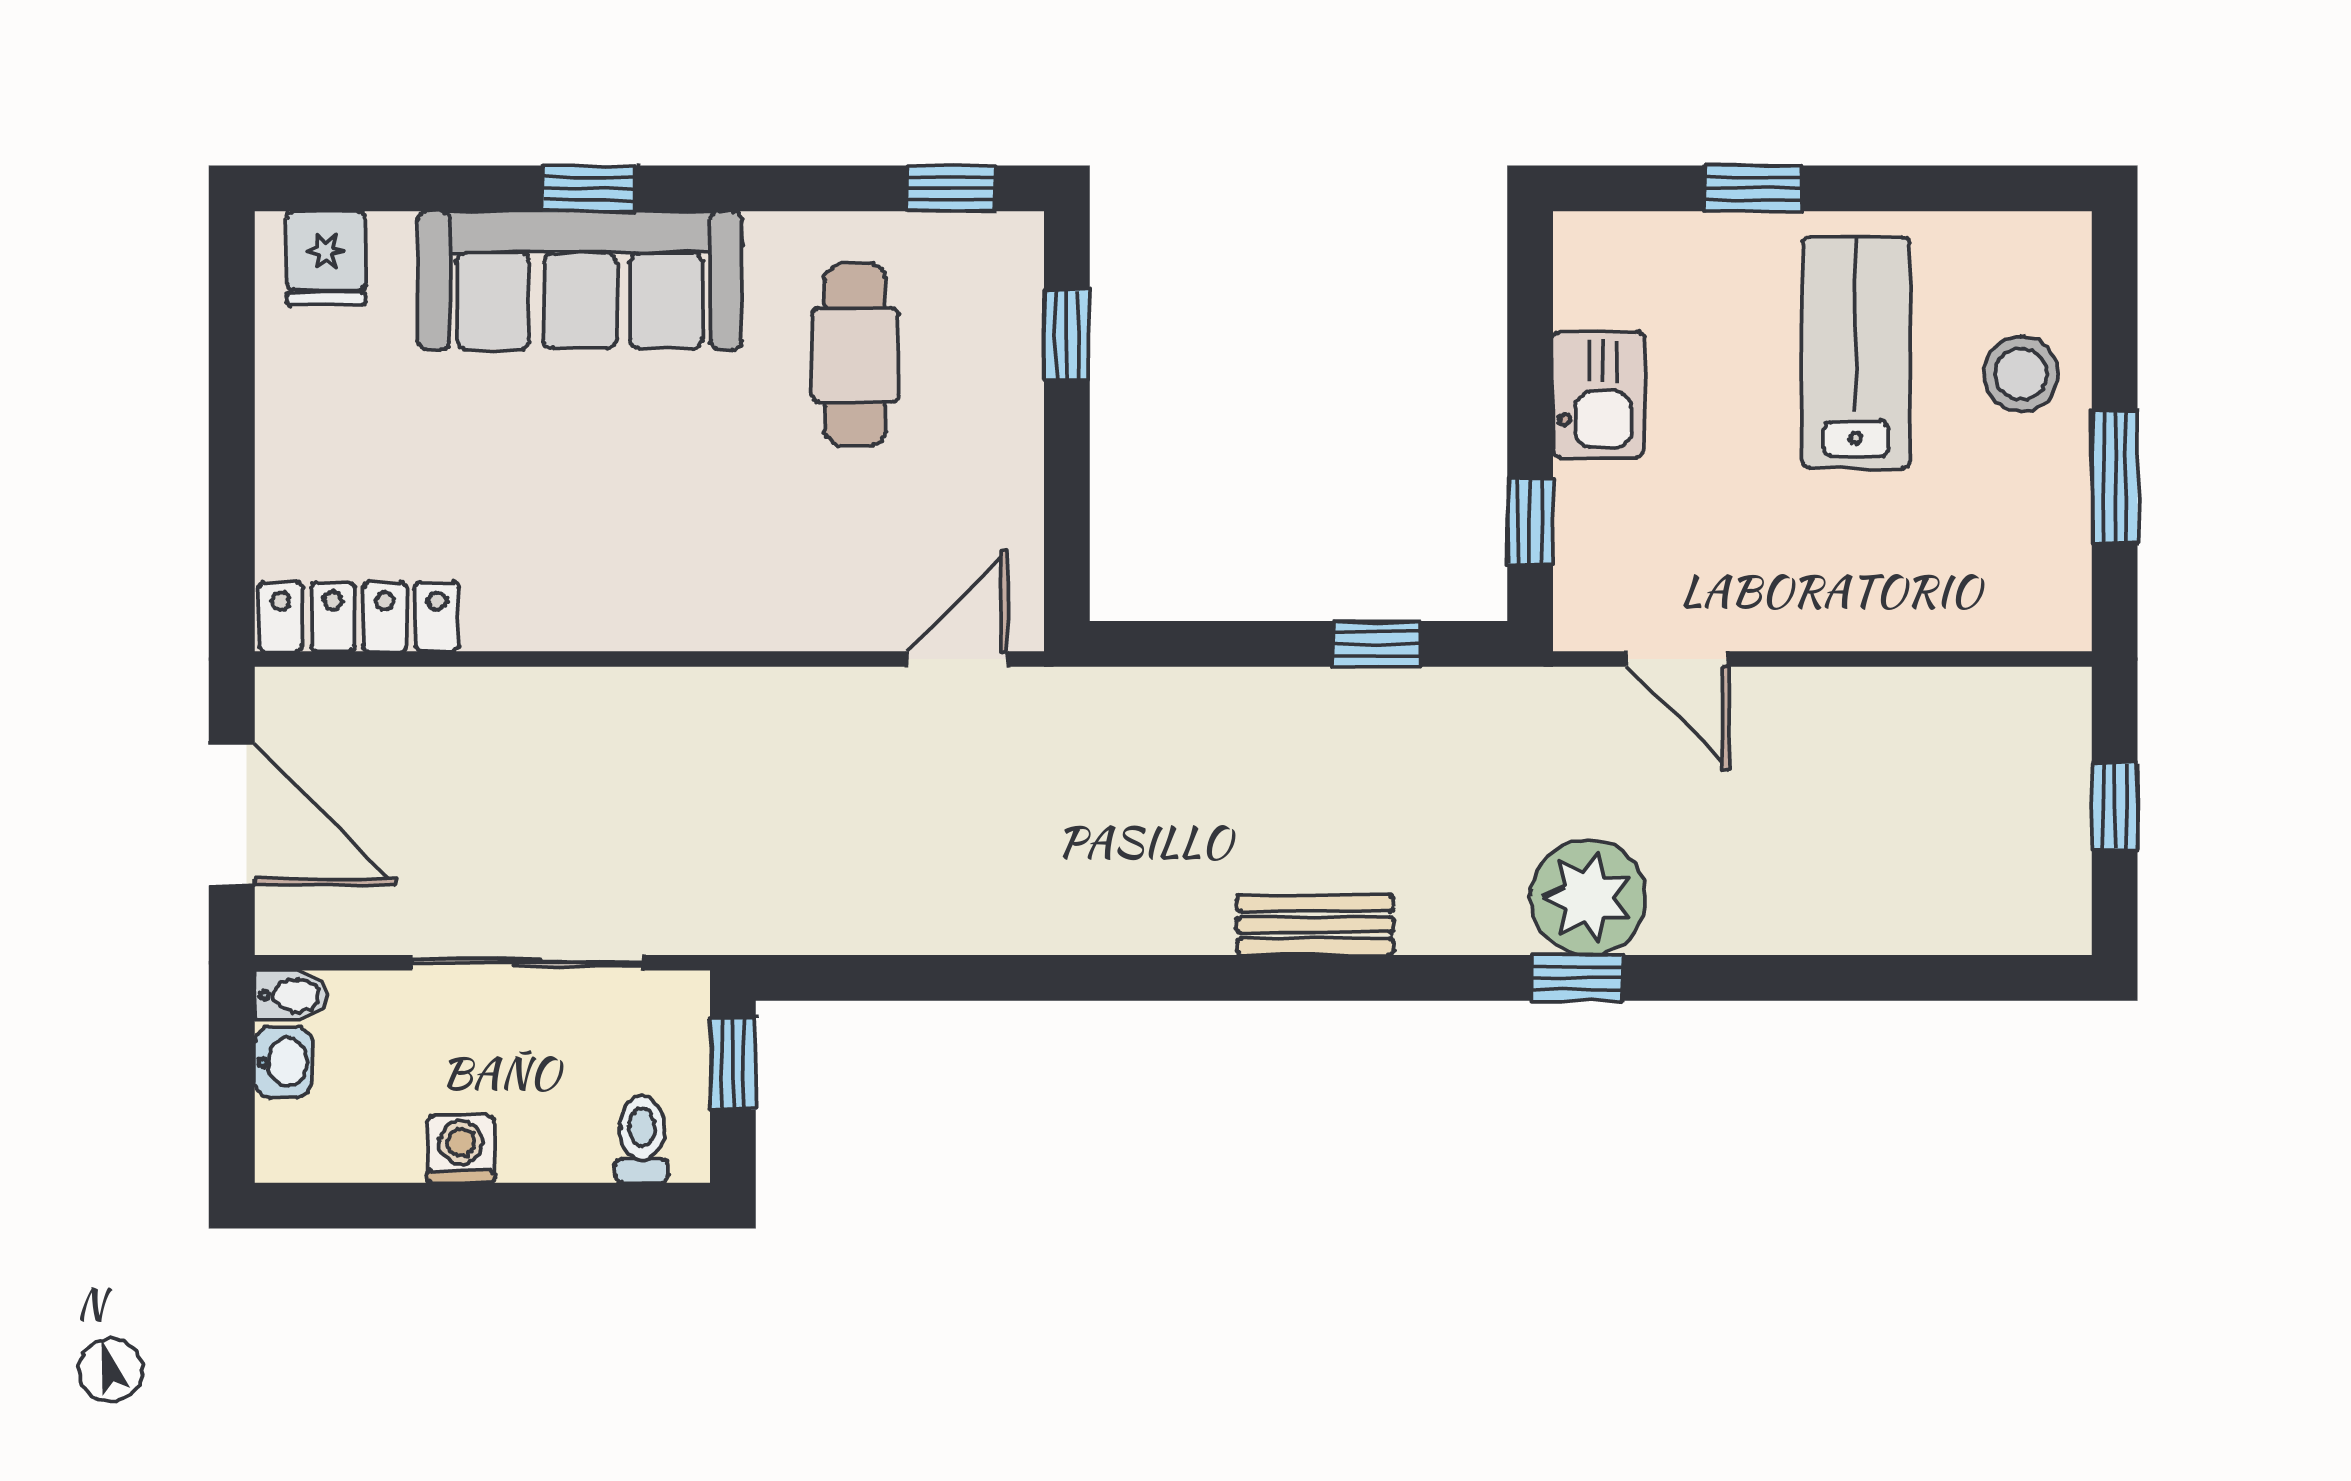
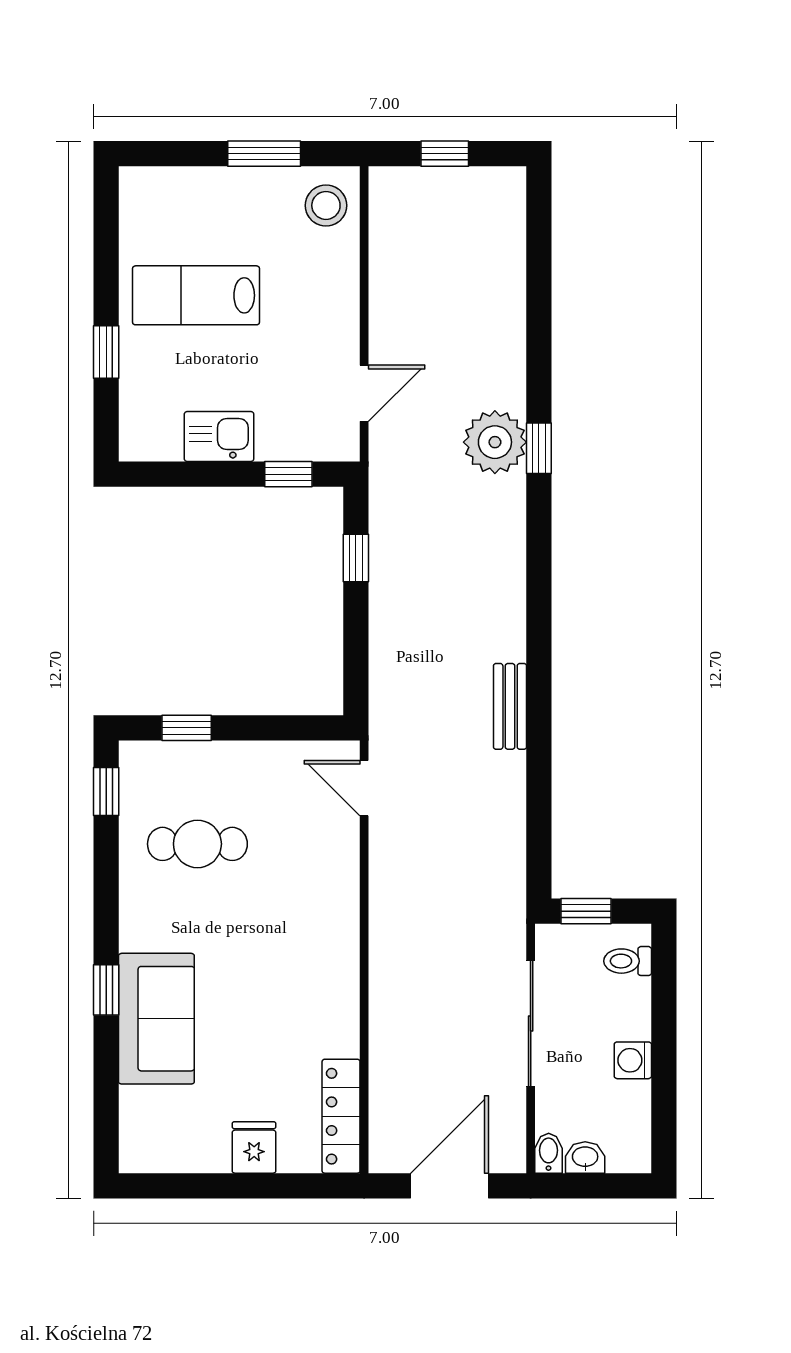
fridge: (326, 258) -> (254, 1147), moved, turned -90
sofa: (580, 280) -> (156, 1019), width x0.73
stool: (2021, 374) -> (326, 205), moved
bench: (1315, 925) -> (510, 706), moved

